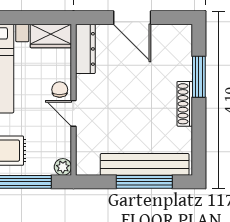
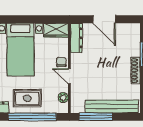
plant: (63, 167) -> (63, 98), moved
window: (144, 182) -> (96, 117), moved

